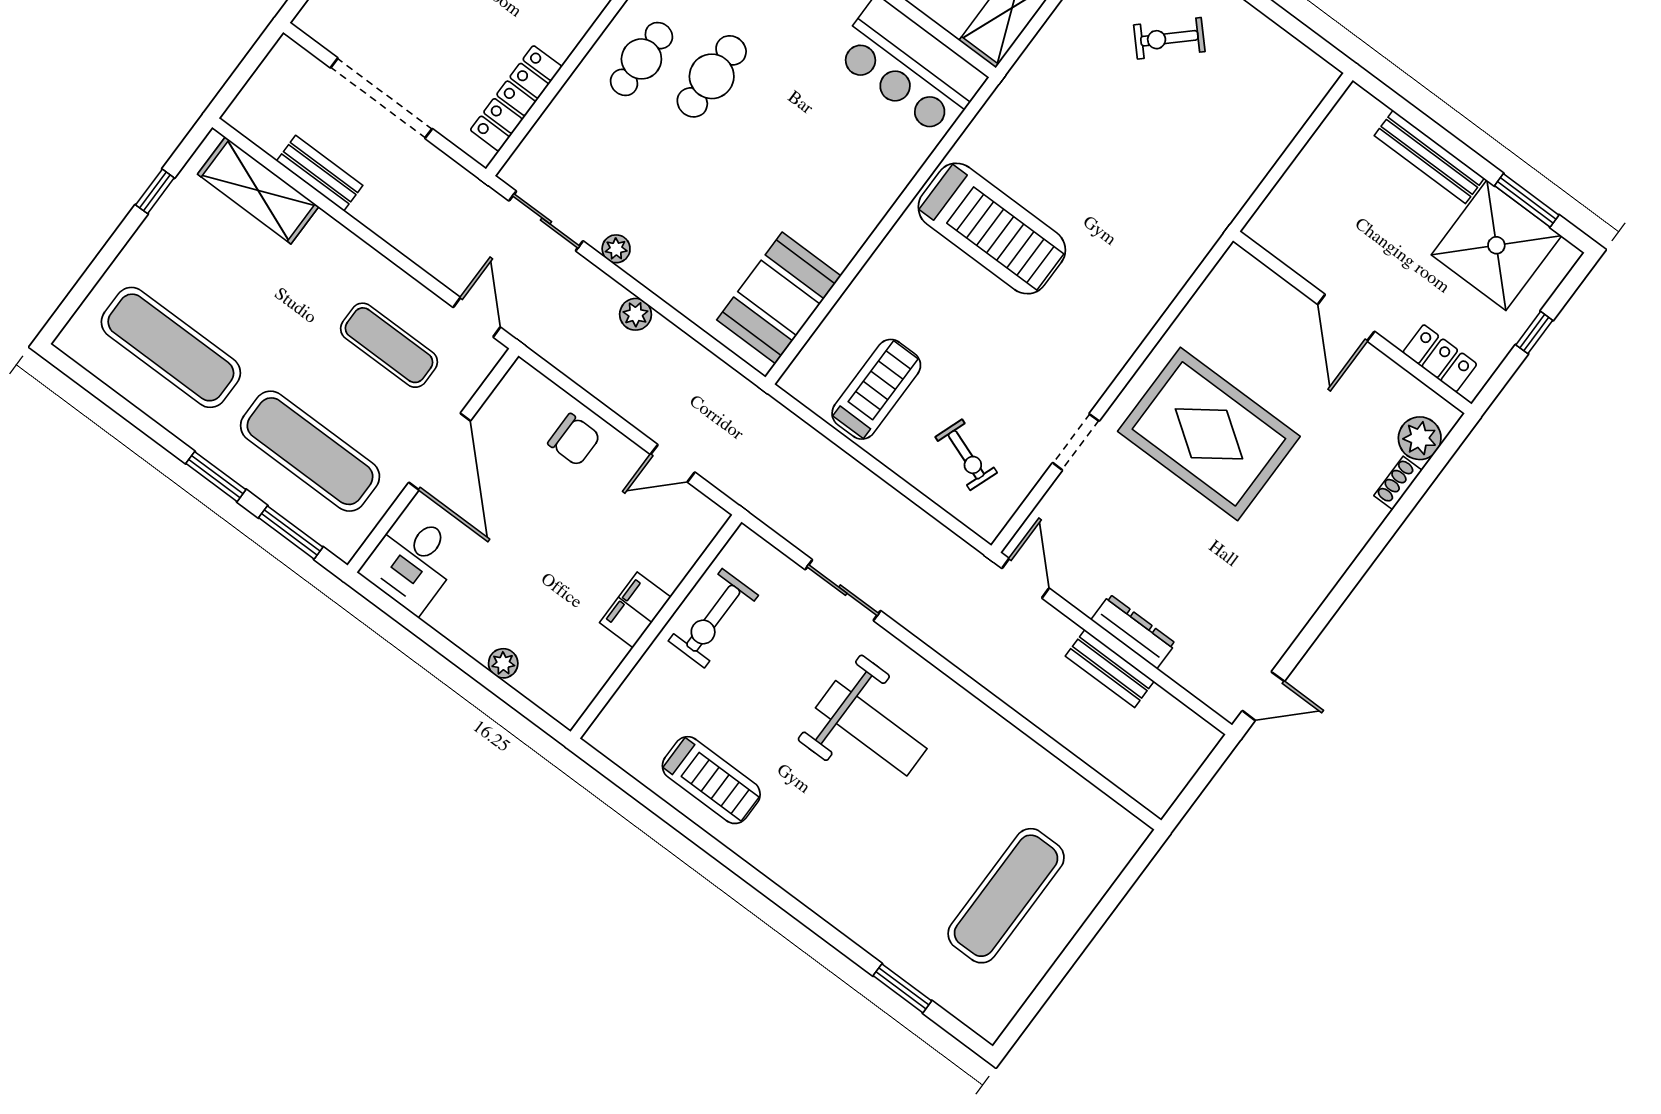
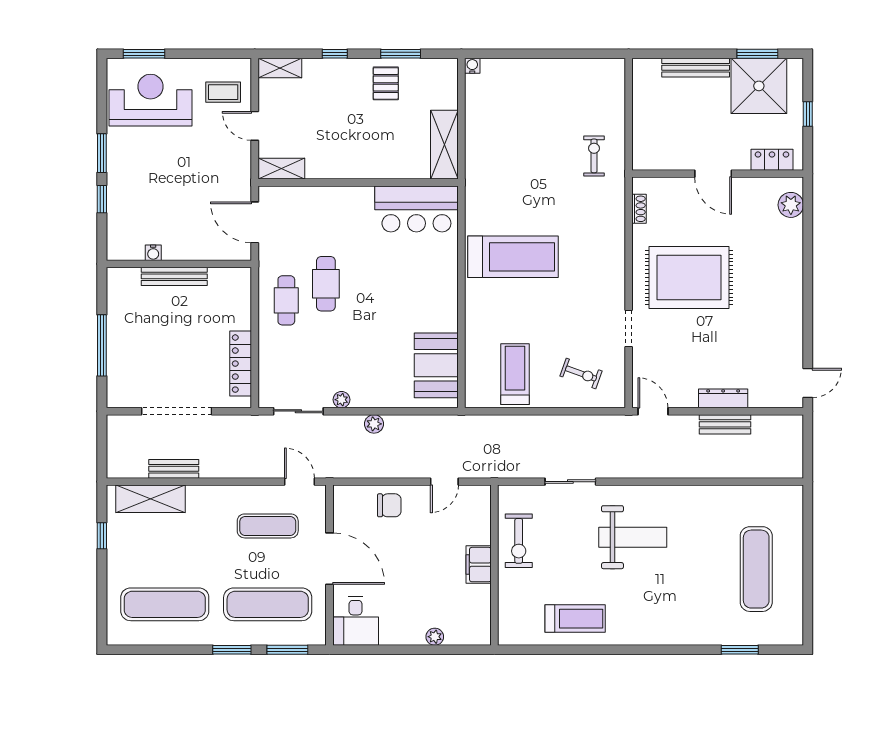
exercise bike: (1169, 38) -> (594, 156), moved, turned 133
shoe rack: (1398, 483) -> (639, 209), moved, turned 180

